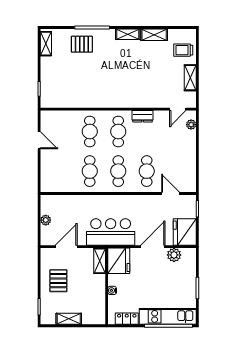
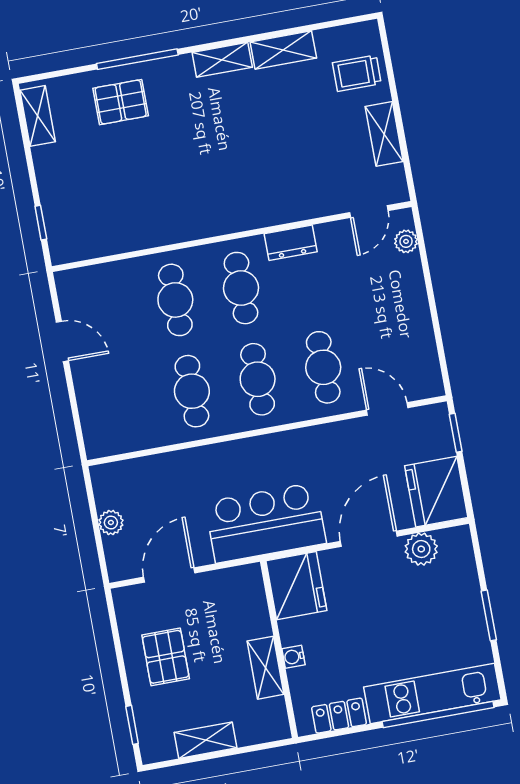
shelving: (100, 261) -> (266, 668), moved

